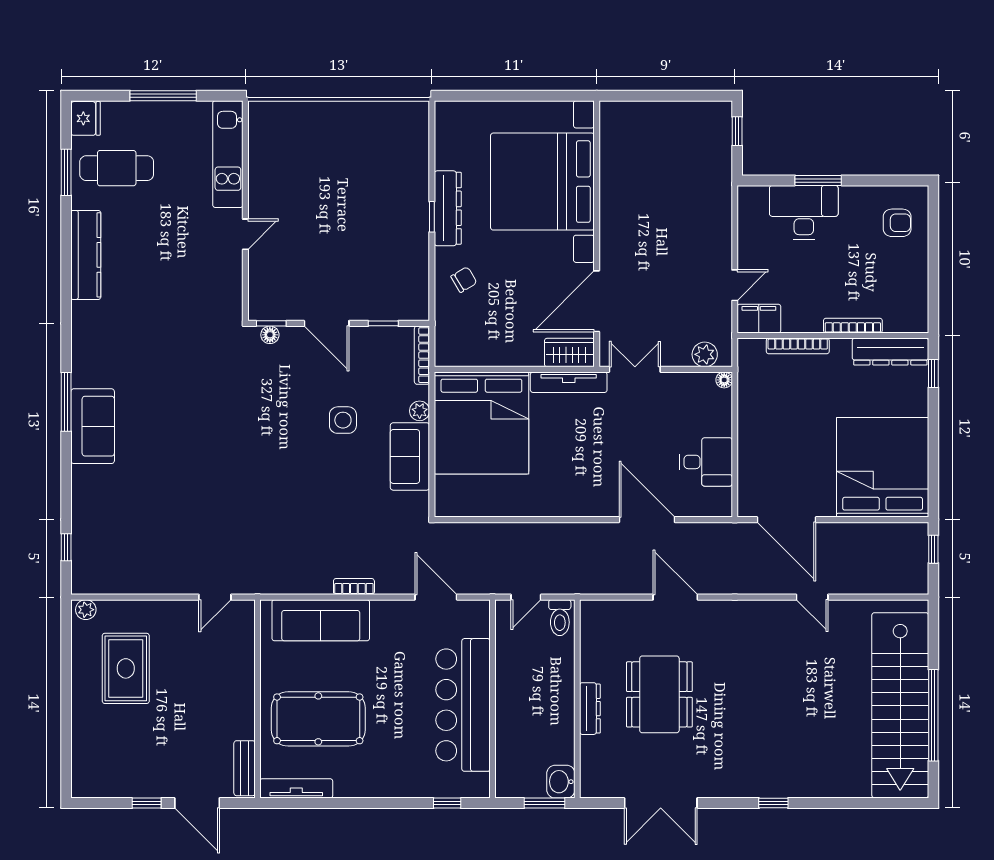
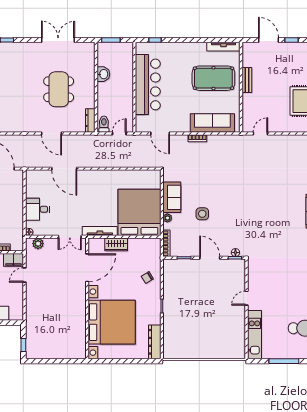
dresser: (448, 208) -> (155, 342), moved
wardrobe: (569, 353) -> (116, 244), moved
desk: (706, 462) -> (37, 209), moved
dresser: (590, 709) -> (90, 121), moved
bench: (245, 768) -> (247, 80), moved
washbasin: (561, 782) -> (103, 74), moved

